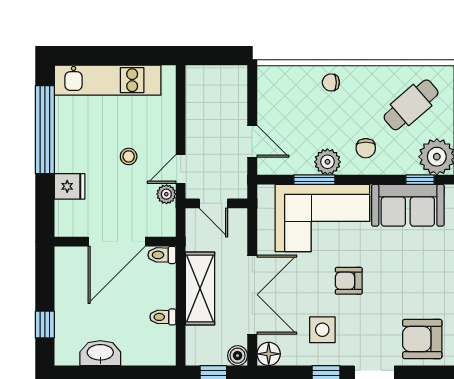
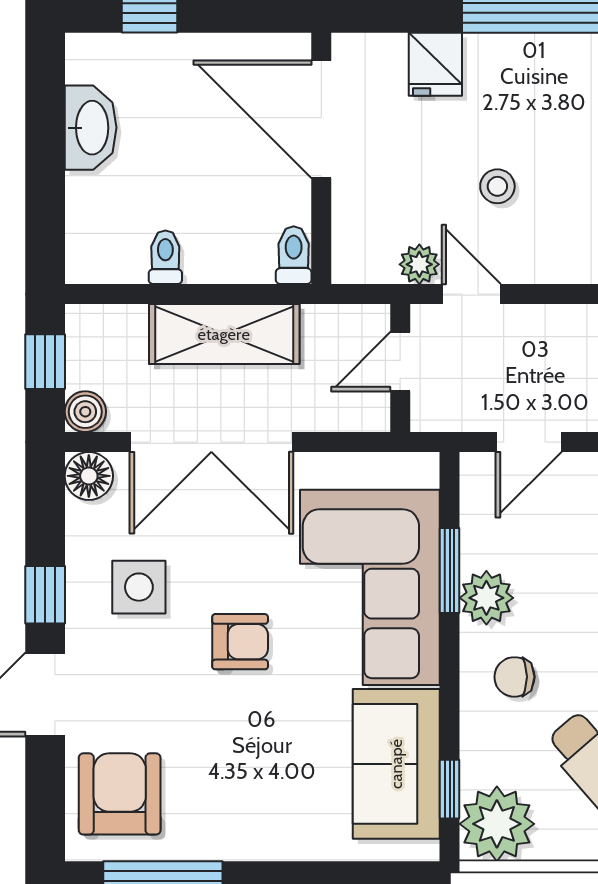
door: (117, 242) -> (321, 119), moved
armchair: (349, 281) -> (240, 642), turned 90

